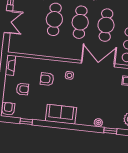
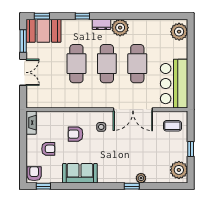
double door: (98, 64) -> (133, 110), swing flipped
sofa: (61, 114) -> (80, 173), moved
window: (26, 121) -> (43, 186), moved
window: (110, 131) -> (132, 186), moved

